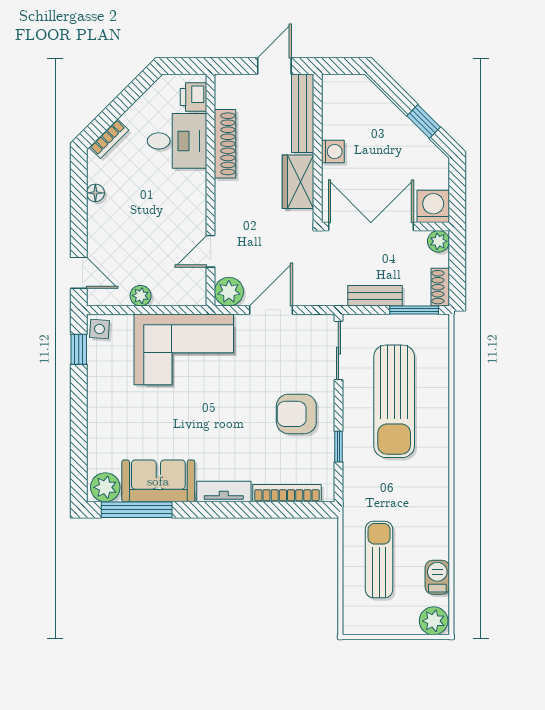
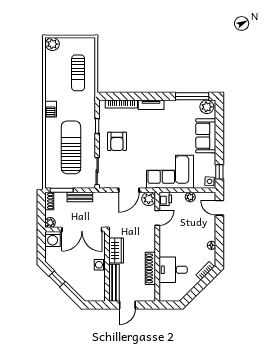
printer: (194, 97) -> (165, 199), moved
armchair: (296, 414) -> (117, 141), turned 90
sofa: (158, 481) -> (206, 136), moved, turned 90
barbecue: (437, 577) -> (51, 109), moved

